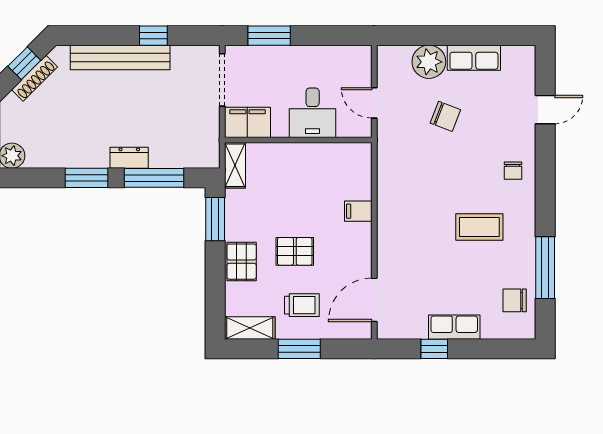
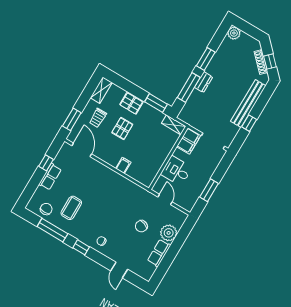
window: (269, 36) -> (209, 190), moved
door: (374, 103) -> (165, 199), hinge flipped
window: (545, 200) -> (81, 247), added
coffee table: (479, 227) -> (71, 208), moved
window: (299, 349) -> (72, 119), moved

